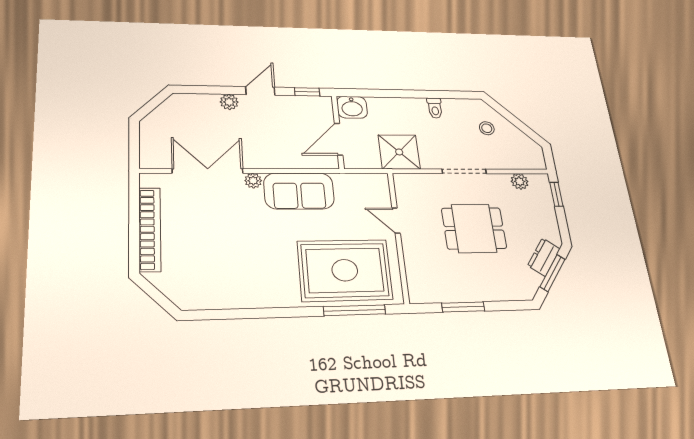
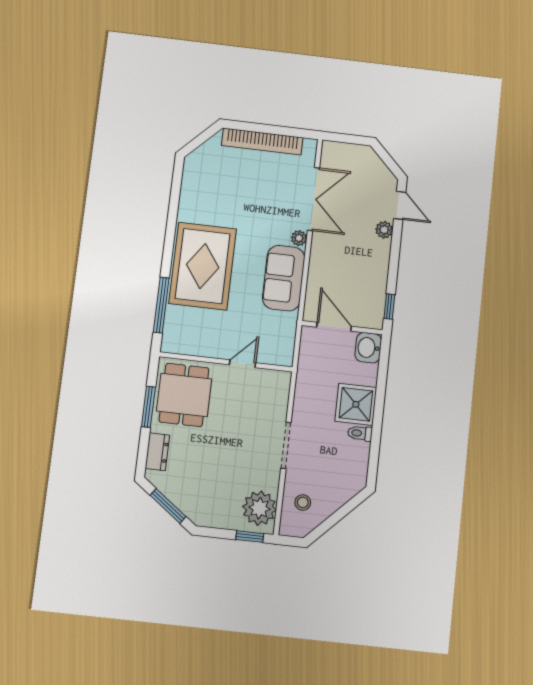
door: (260, 91) -> (400, 205), moved
stool: (487, 128) -> (303, 502), moved
shower: (399, 152) -> (356, 404), moved
plant: (520, 181) -> (259, 508), width x1.88, depth x1.88
dining table: (474, 228) -> (184, 395), moved
dresser: (544, 257) -> (157, 452), moved, turned 54
rug: (345, 270) -> (203, 266), moved

